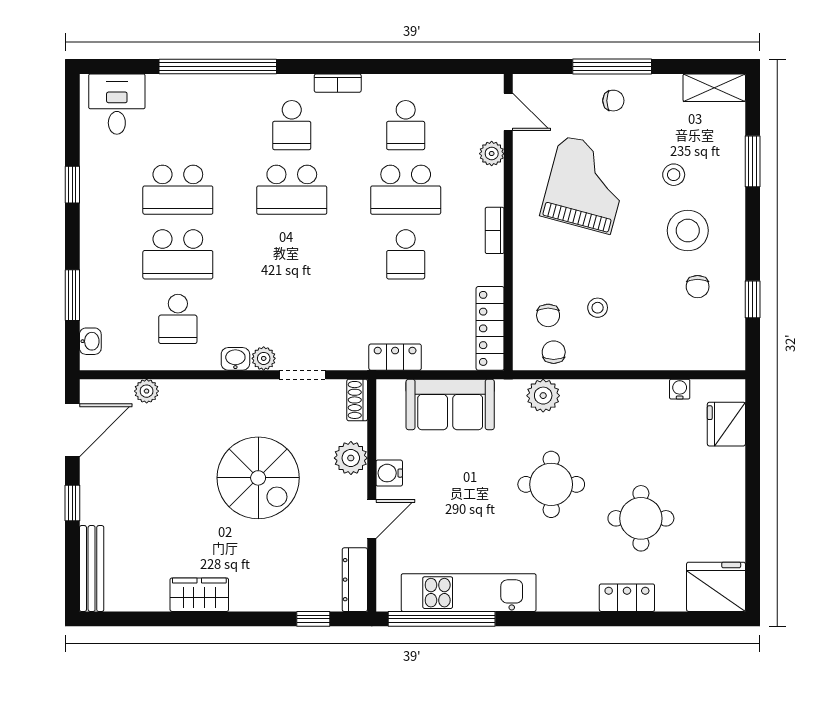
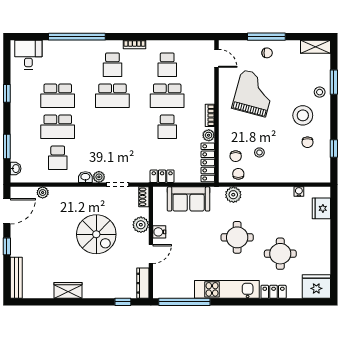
plant: (492, 154) -> (209, 135), moved
stool: (674, 175) -> (320, 92), moved
kitchen unit: (469, 593) -> (227, 289), moved

